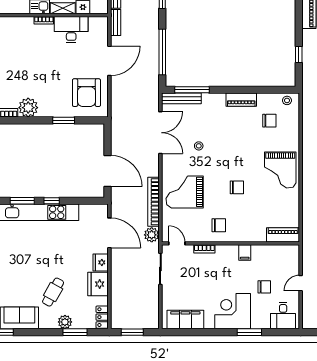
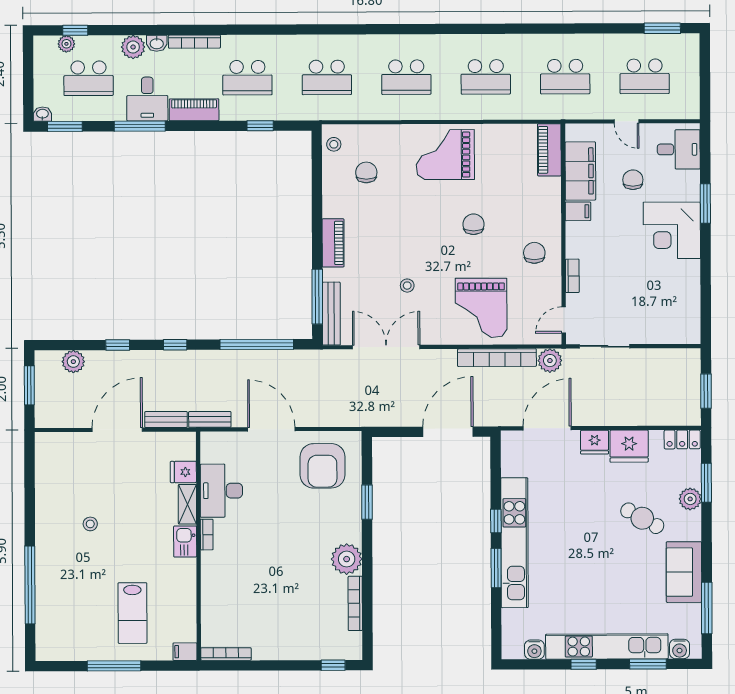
armchair: (86, 93) -> (322, 466), turned 90
piano: (241, 100) -> (333, 243), moved
grand piano: (280, 170) -> (445, 155), turned 180
filing cabinet: (185, 319) -> (580, 171), moved, turned 180

